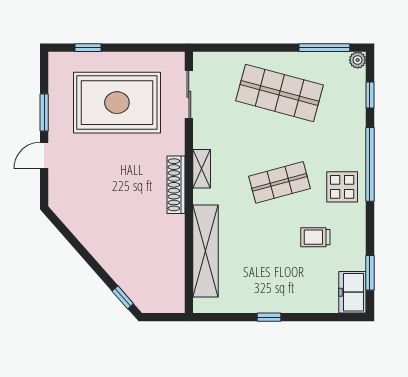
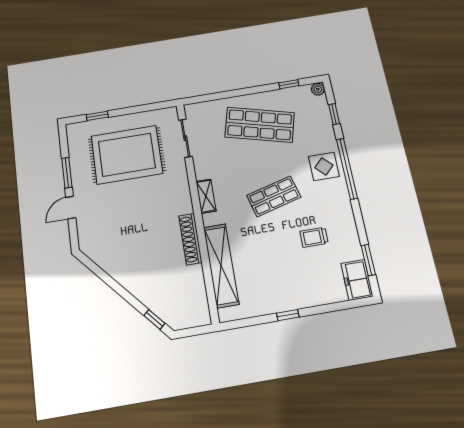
window: (324, 48) -> (289, 84), width x0.46
shoe rack: (176, 185) -> (190, 239), moved
display table: (342, 187) -> (324, 166), moved

